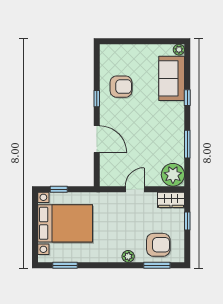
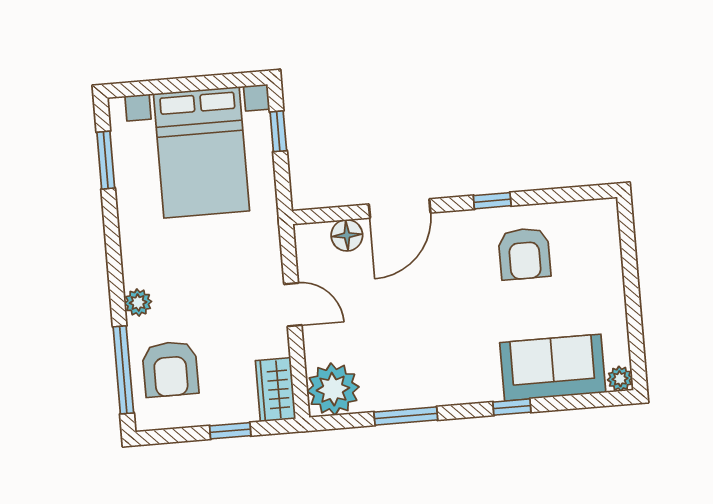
floor lamp: (107, 163) -> (347, 235), added
window: (157, 265) -> (123, 370), width x1.44

